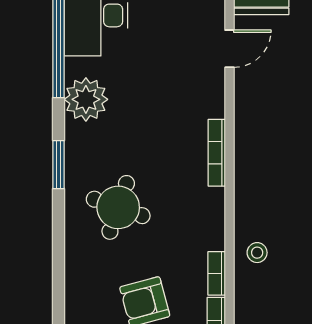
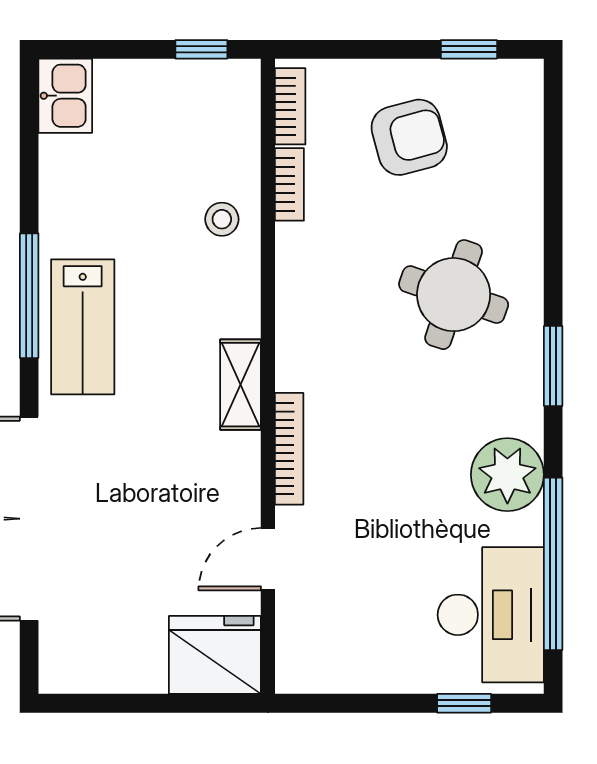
bookcase: (217, 153) -> (289, 449), moved
shelving: (246, 153) -> (241, 385), added

